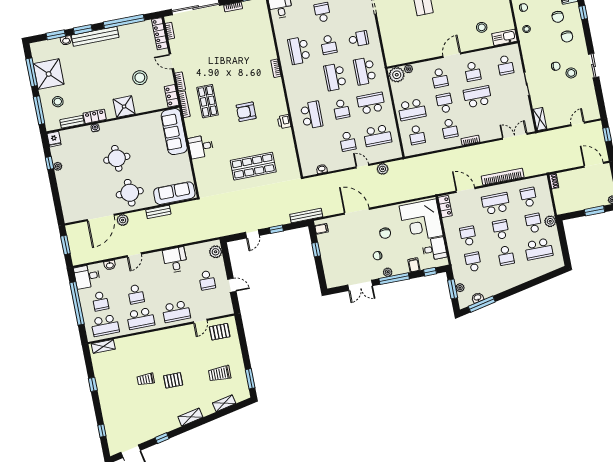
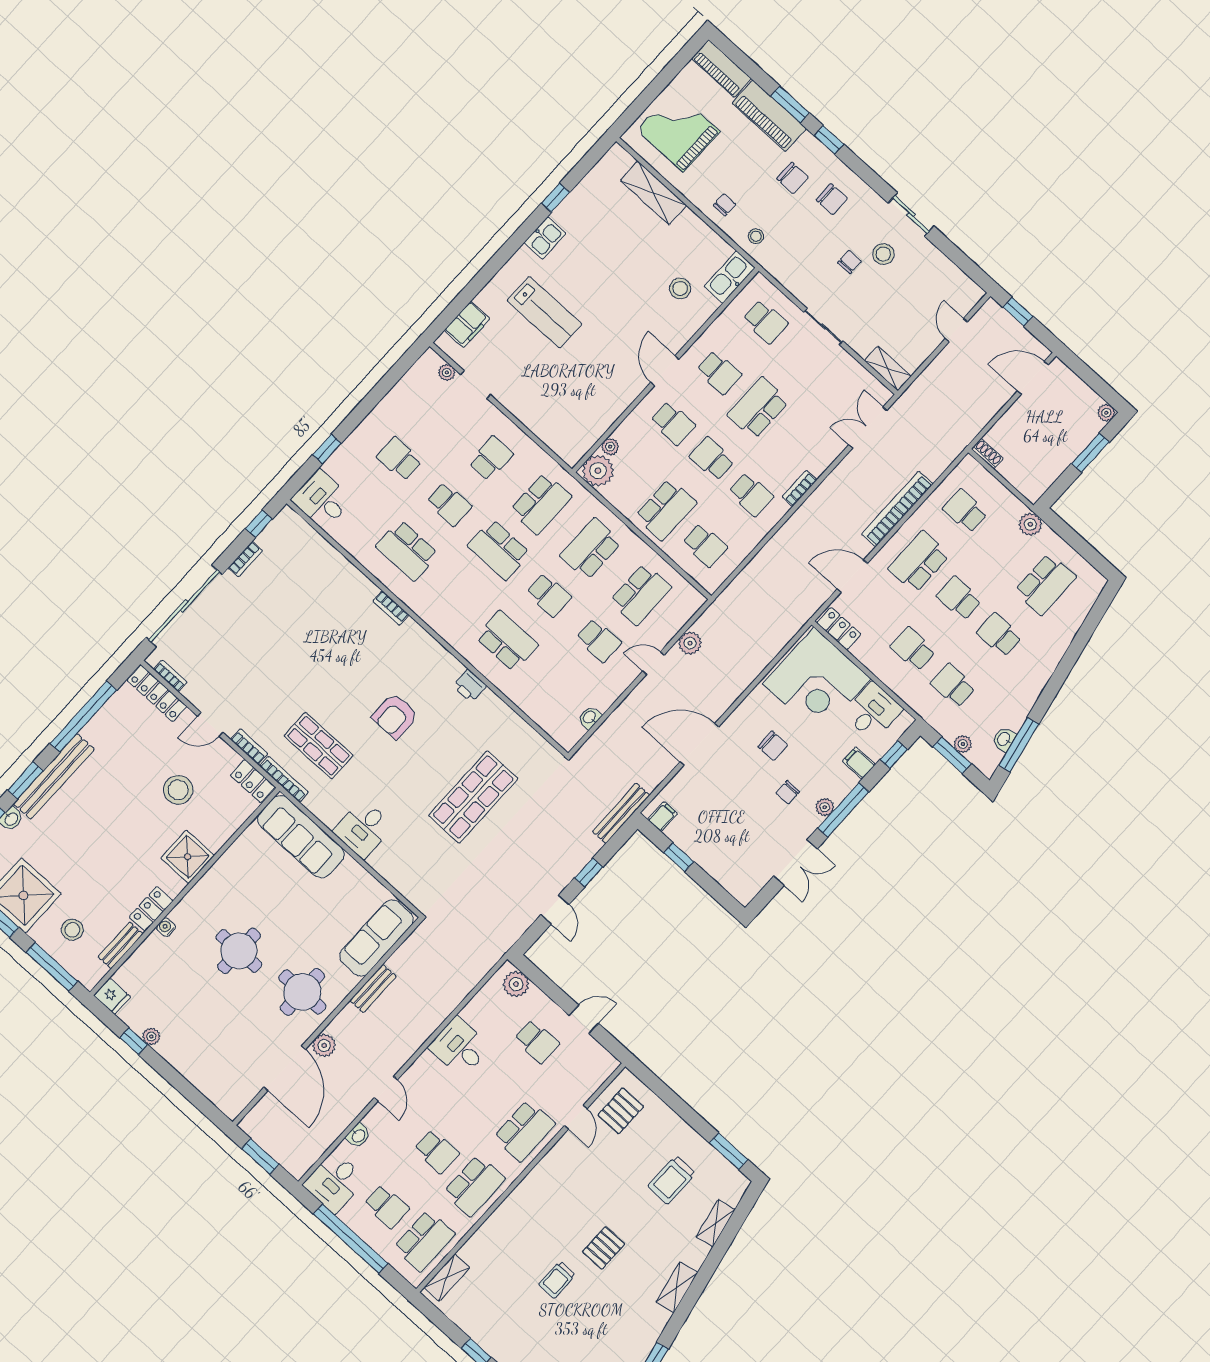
school desk: (365, 71) -> (541, 504), turned -90
school desk: (534, 223) -> (1005, 548), removed
school desk: (506, 255) -> (999, 635), turned 180

